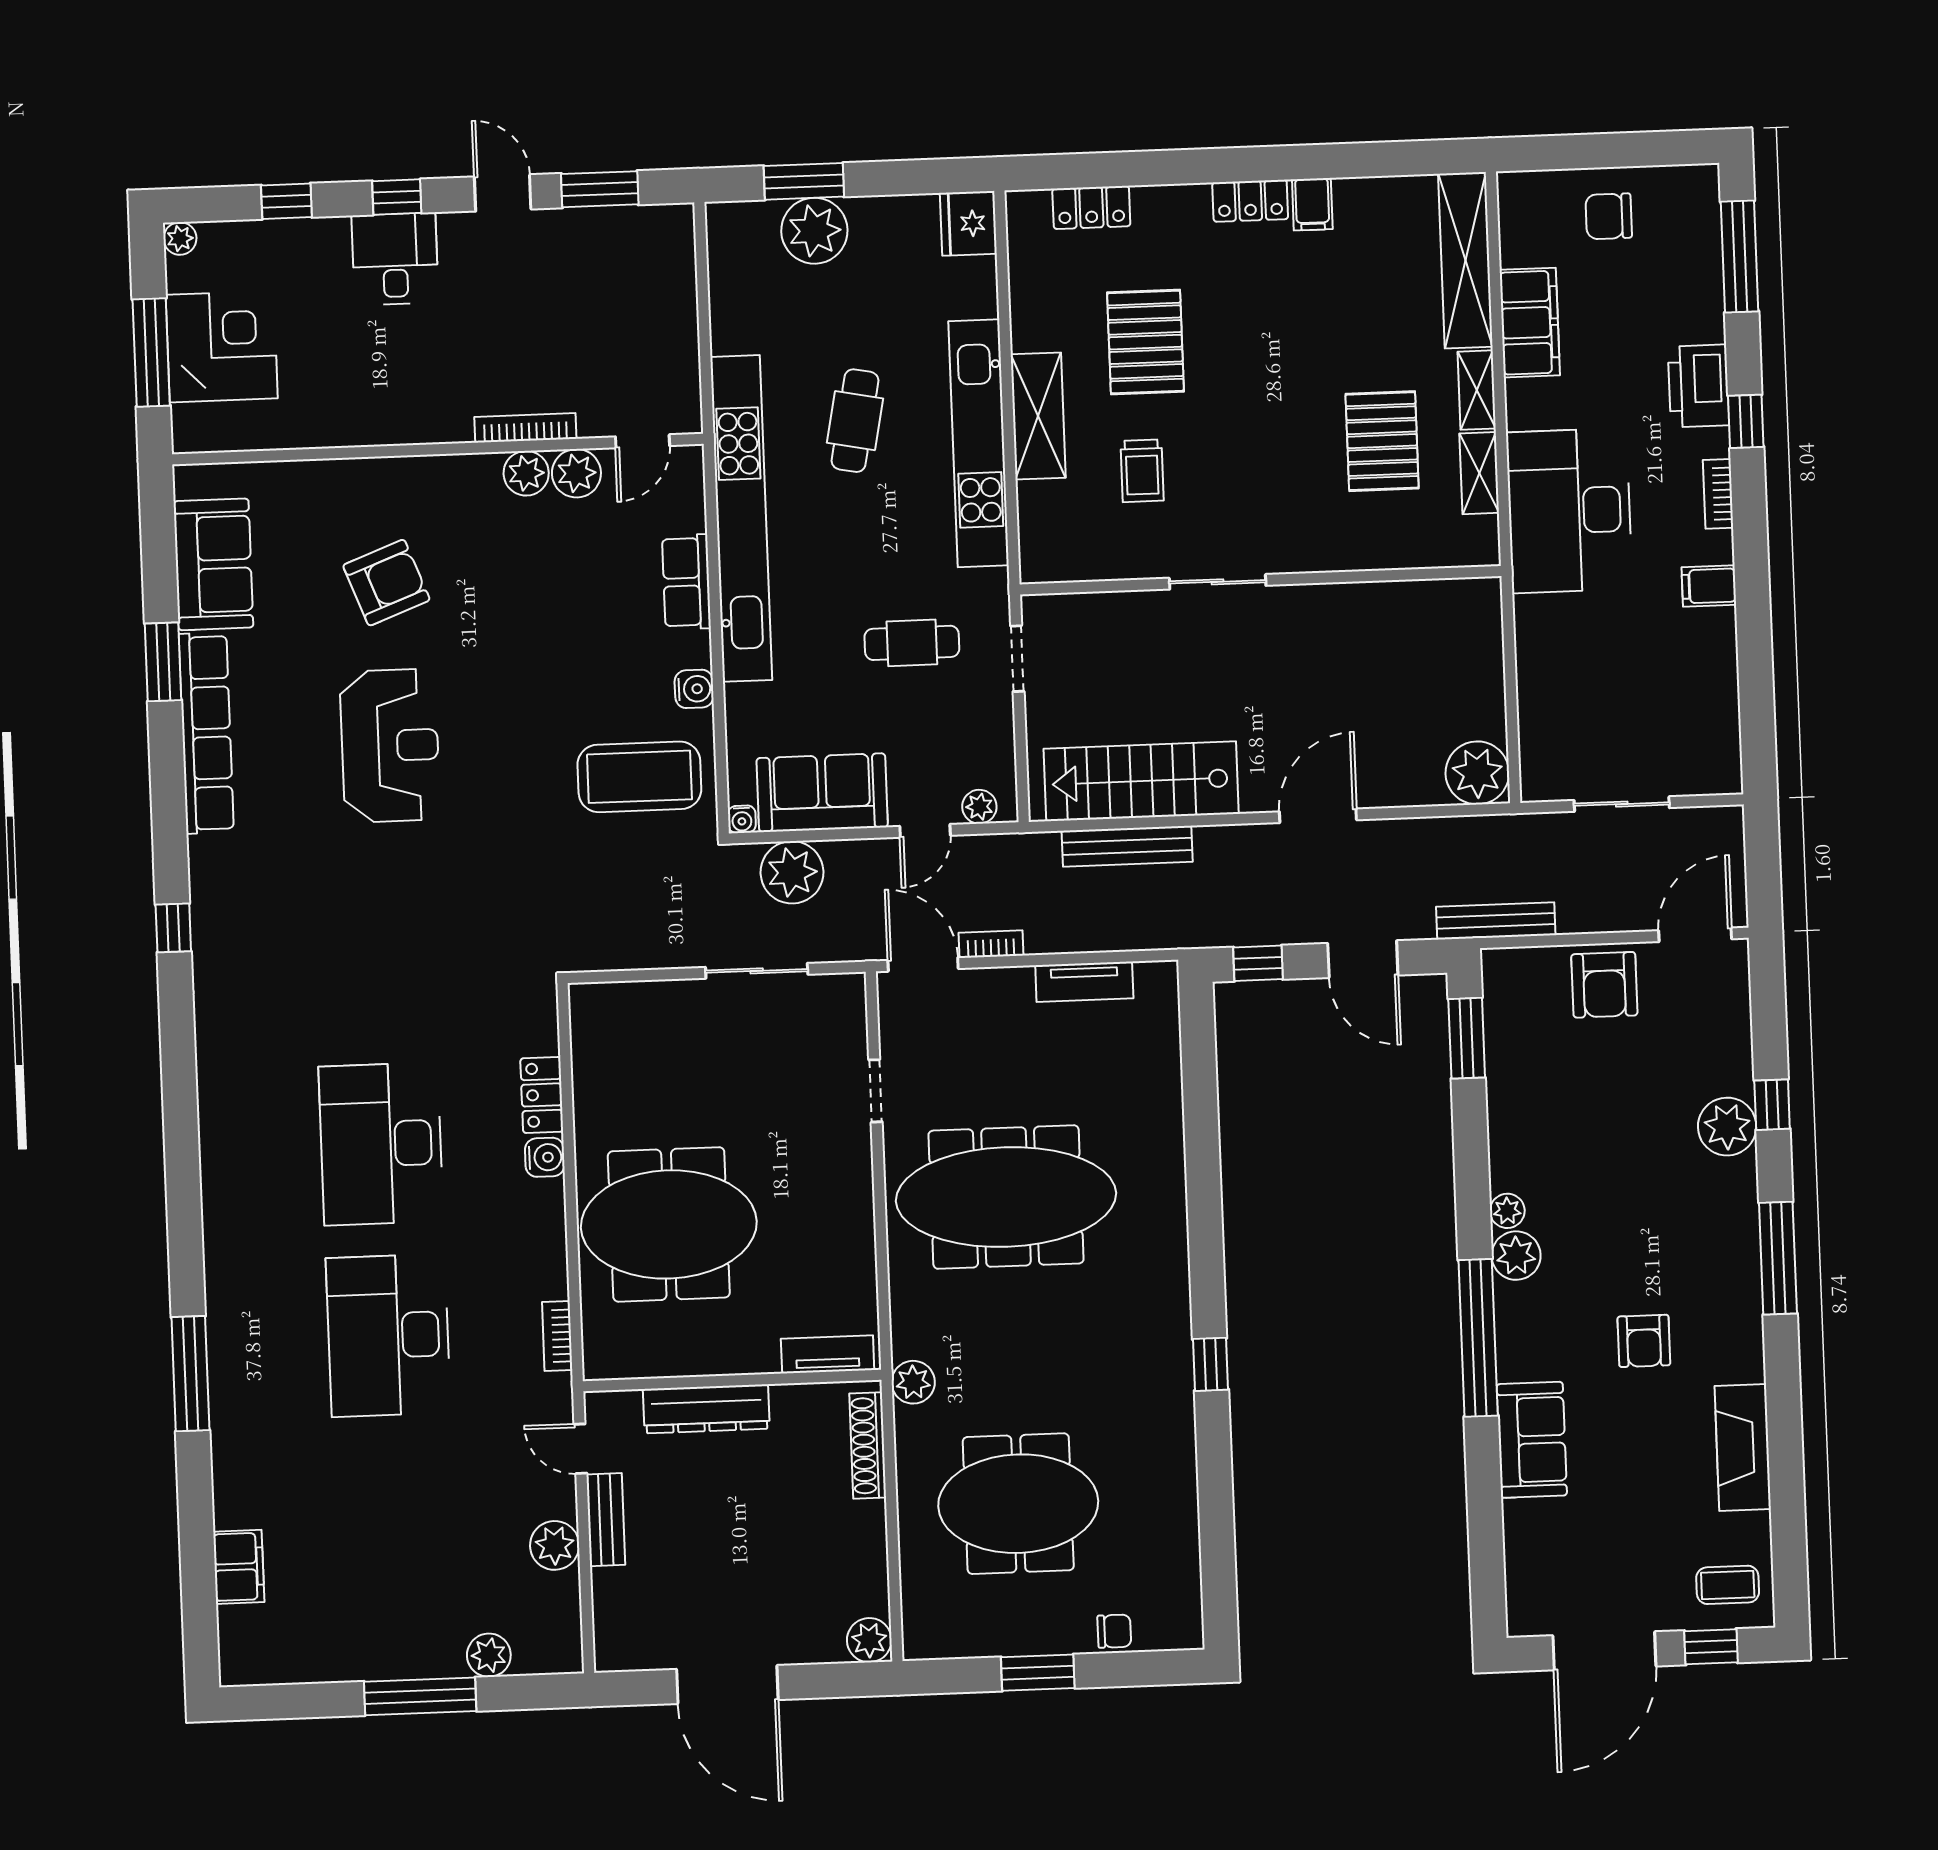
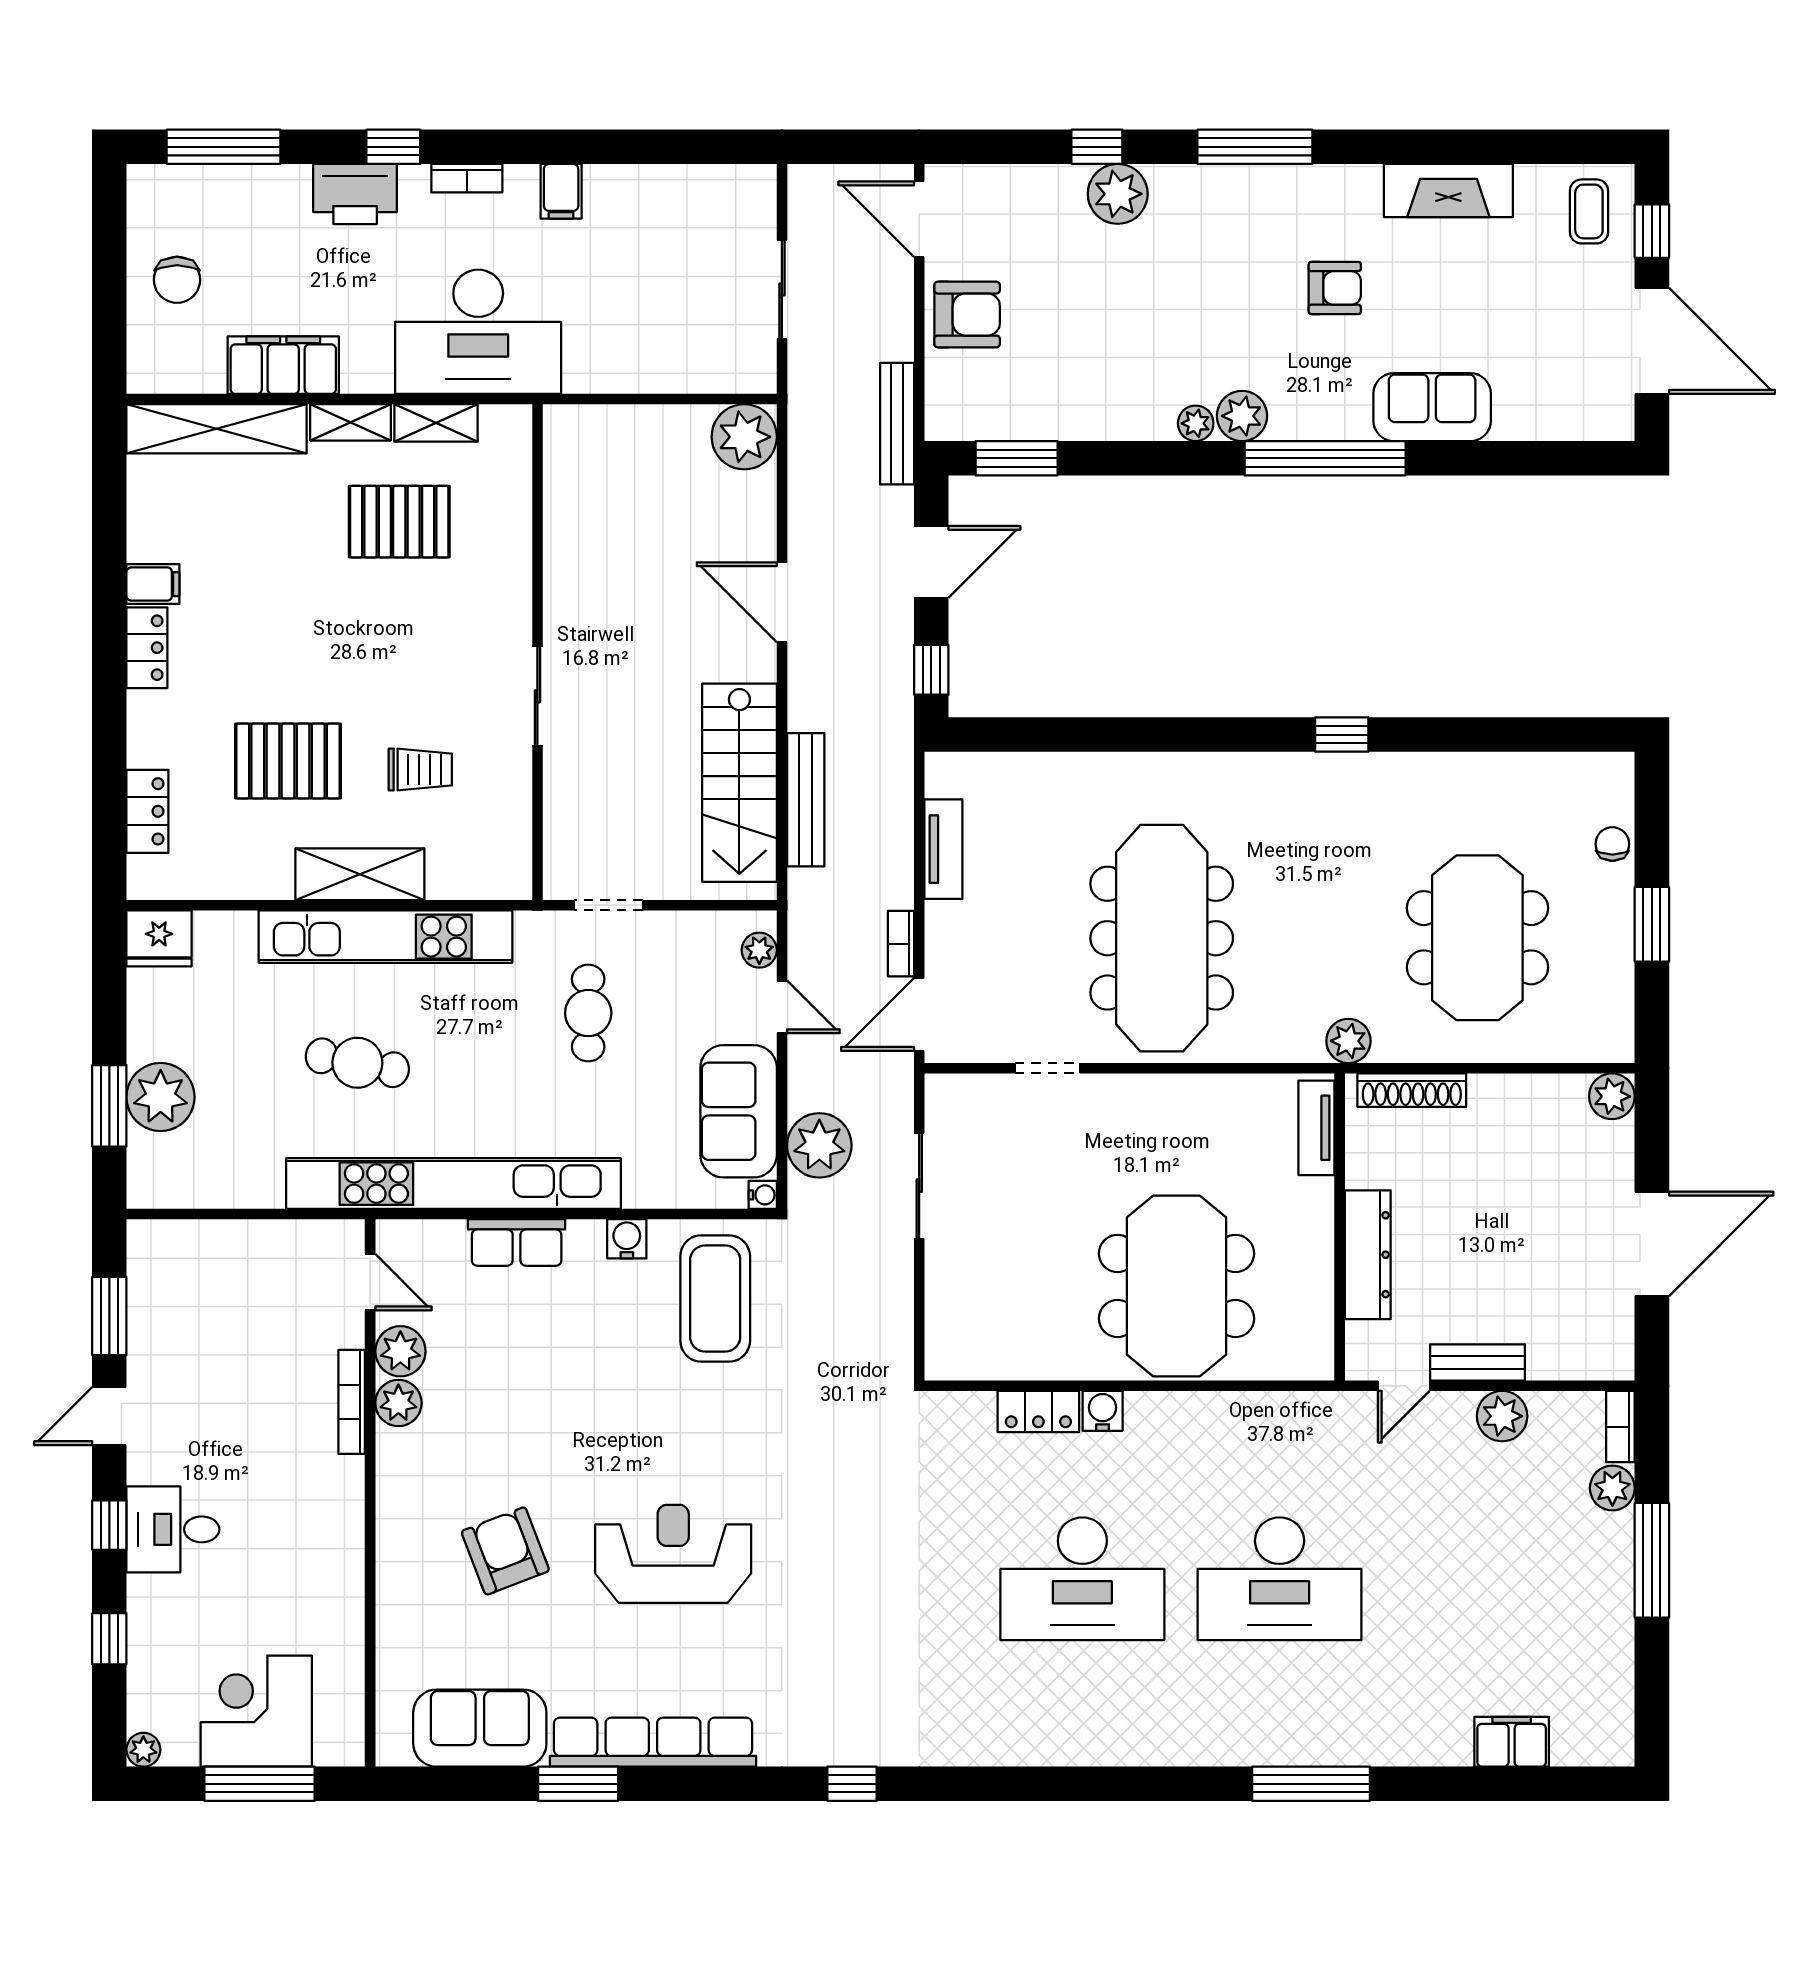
bookcase: (557, 1336) -> (1620, 1427), moved, turned 90

